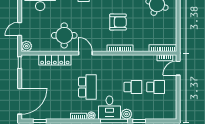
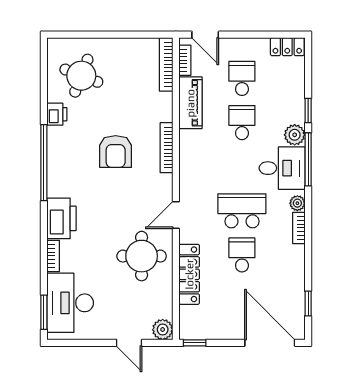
armchair: (118, 22) -> (116, 152), turned 180
piano: (143, 61) -> (190, 103), added
school desk: (65, 87) -> (242, 255), added
locker: (172, 110) -> (287, 47), added

